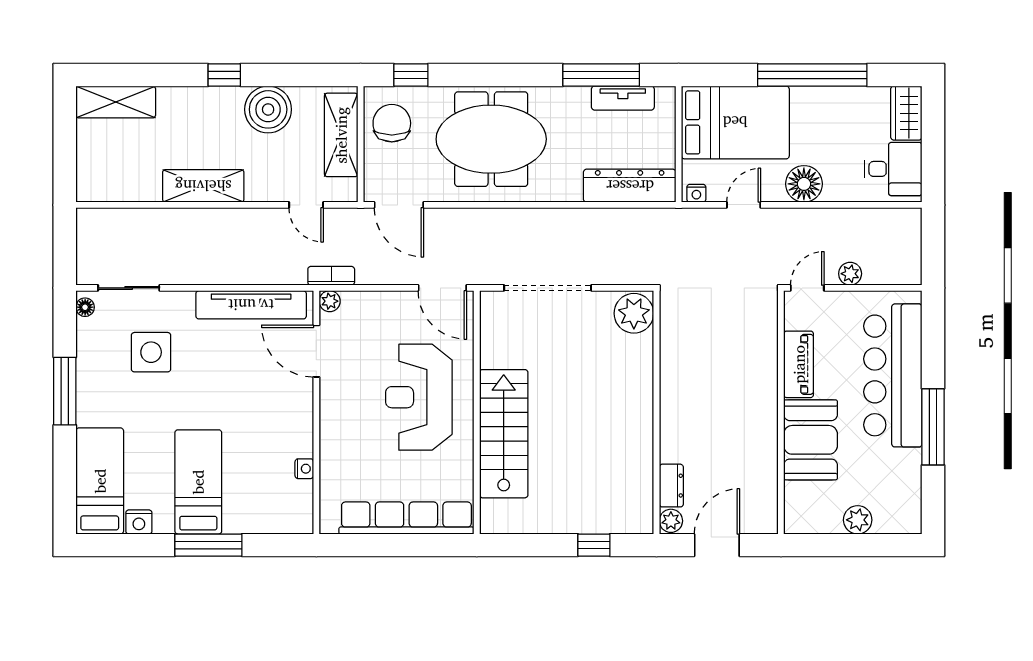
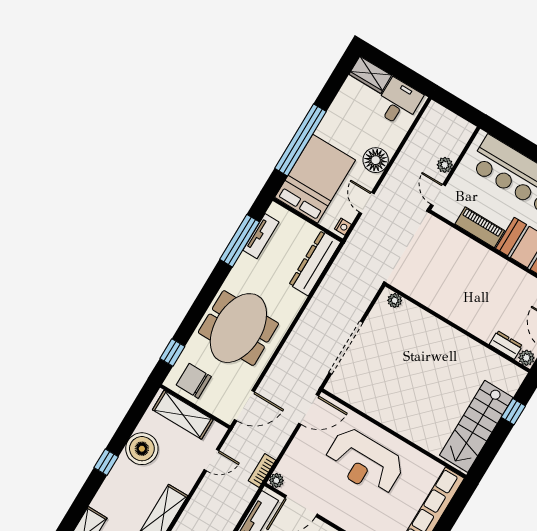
window: (812, 75) -> (301, 140), moved
plant: (634, 313) -> (395, 300), width x0.53, depth x0.53
stairs: (504, 434) -> (476, 426), moved, turned -90

